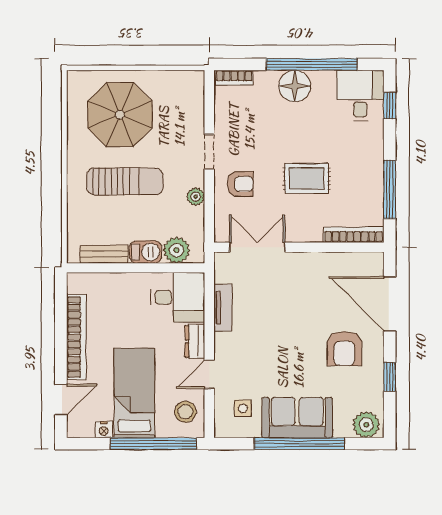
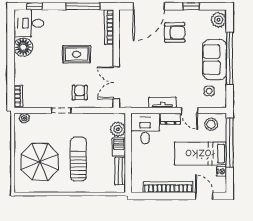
window: (312, 64) -> (11, 51), removed
floor lamp: (295, 86) -> (23, 47), moved
rug: (307, 178) -> (77, 54), turned 90
plant: (196, 197) -> (24, 118), moved
tv unit: (223, 308) -> (162, 103), moved

